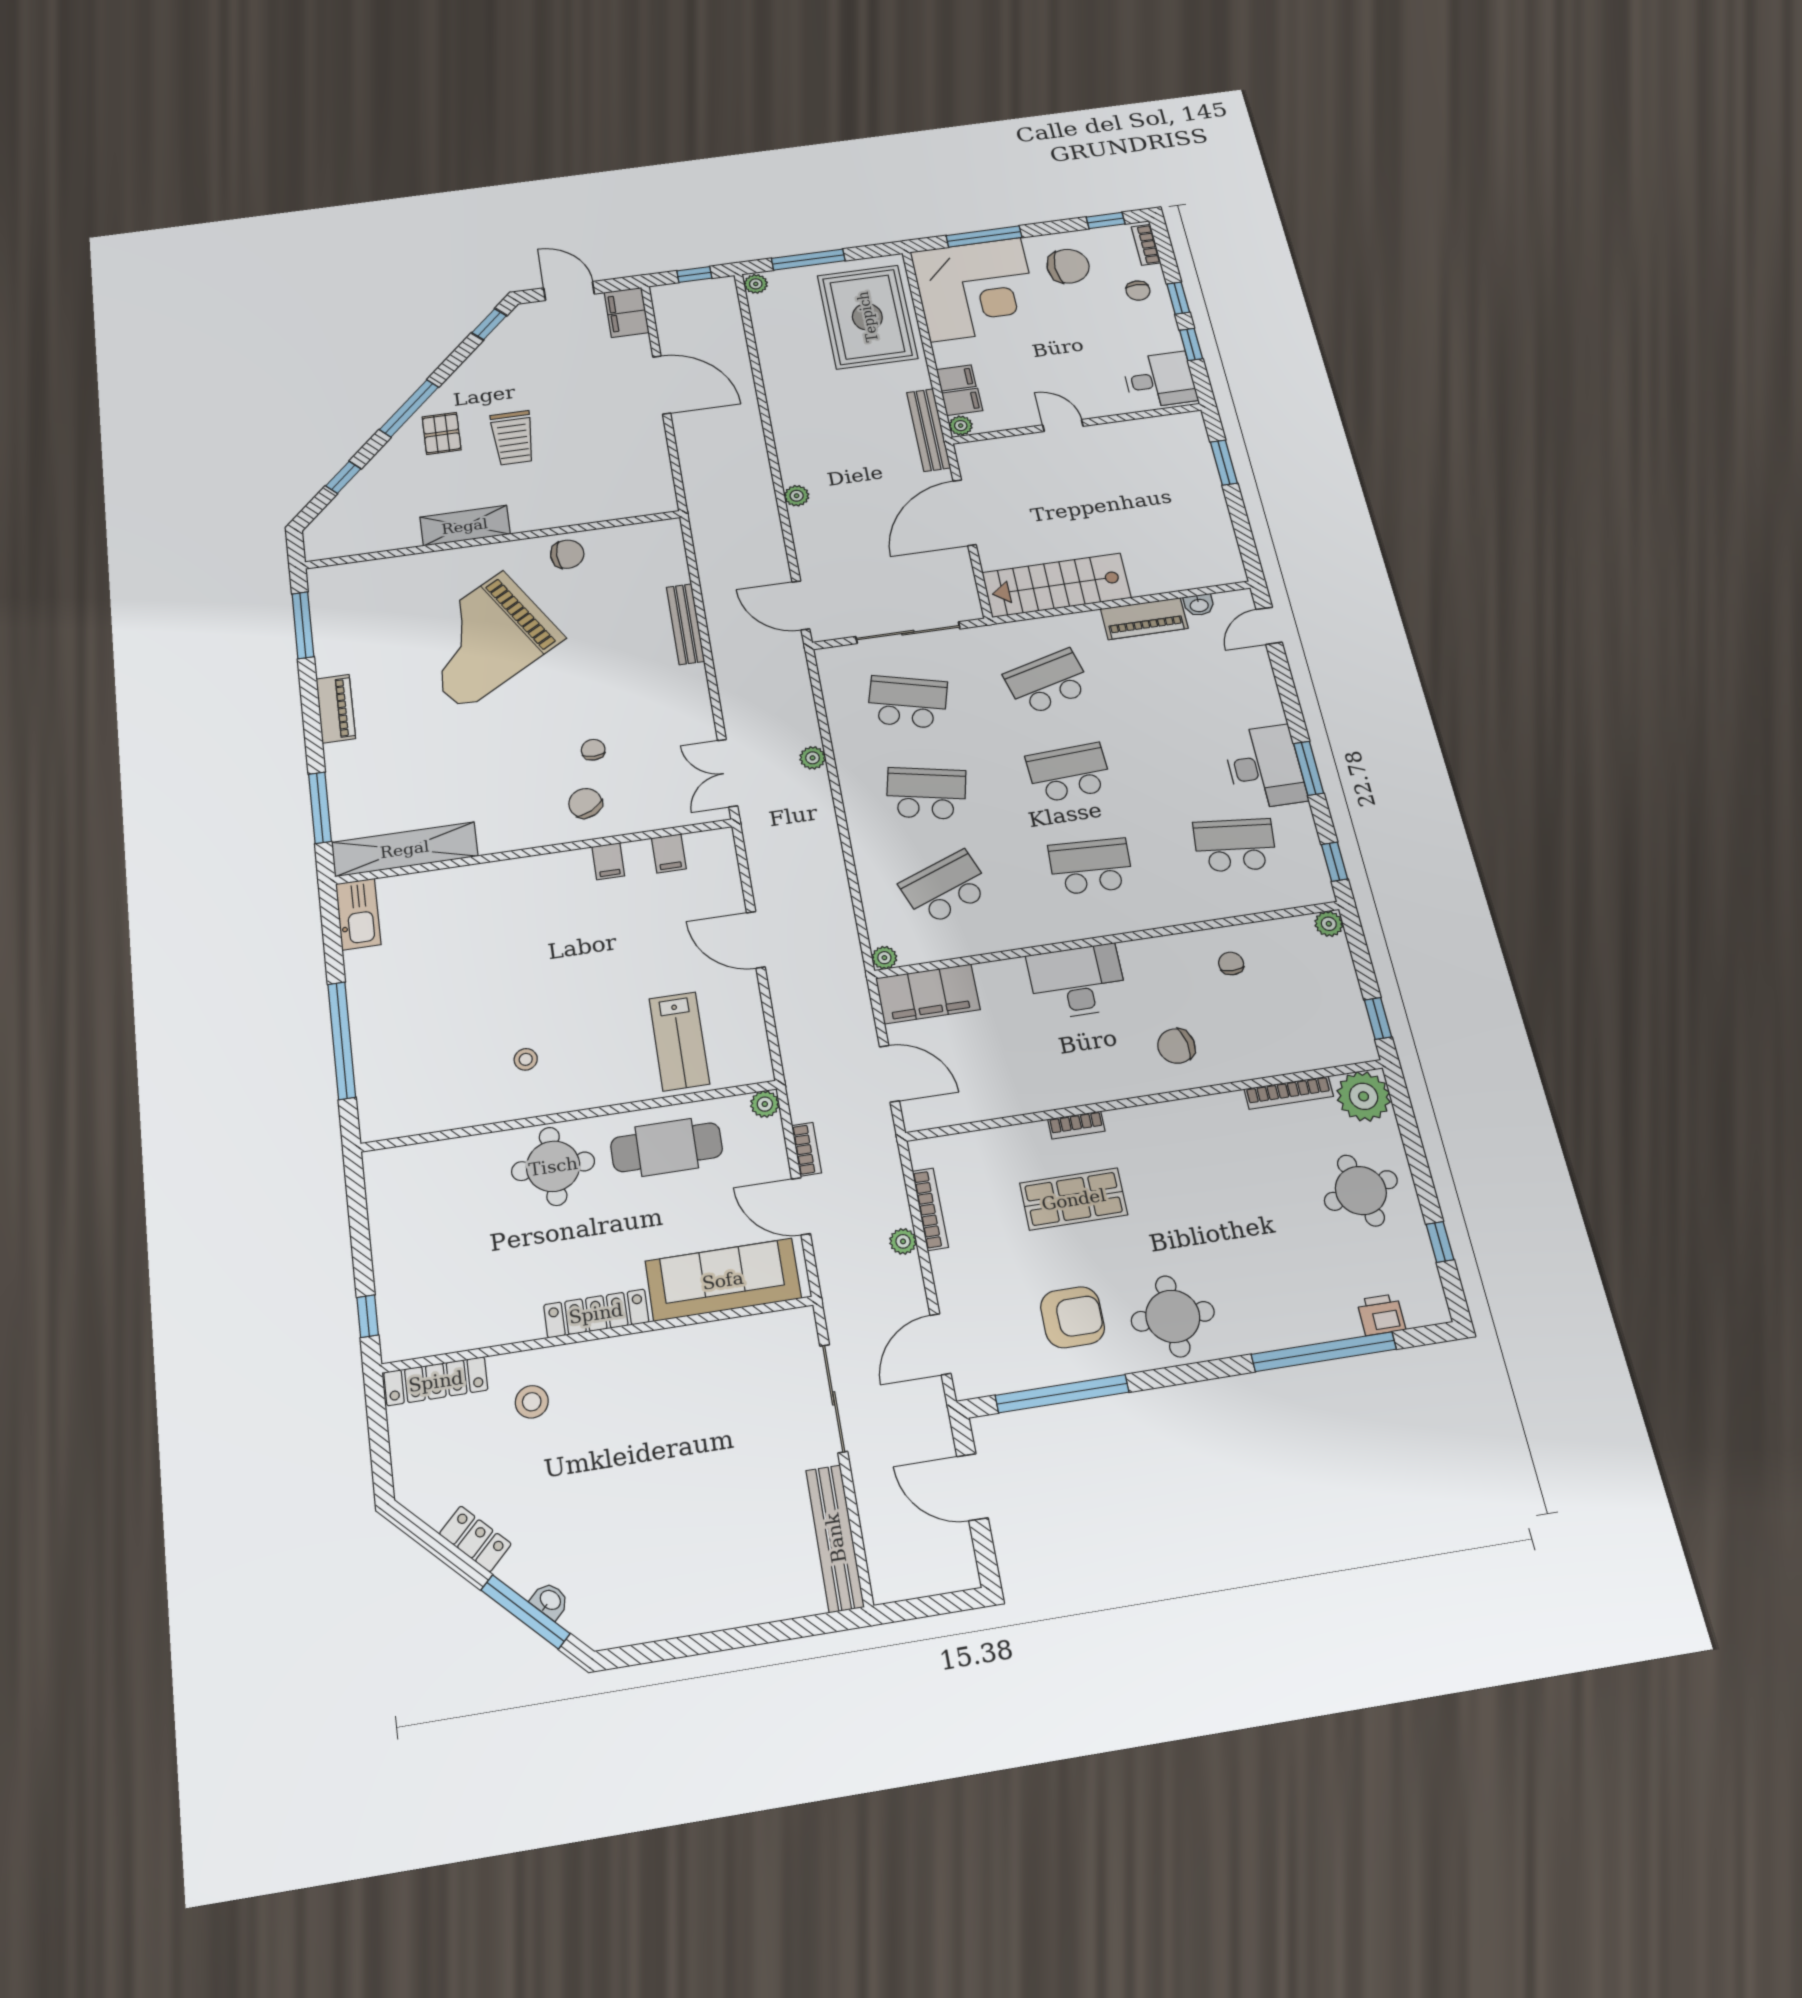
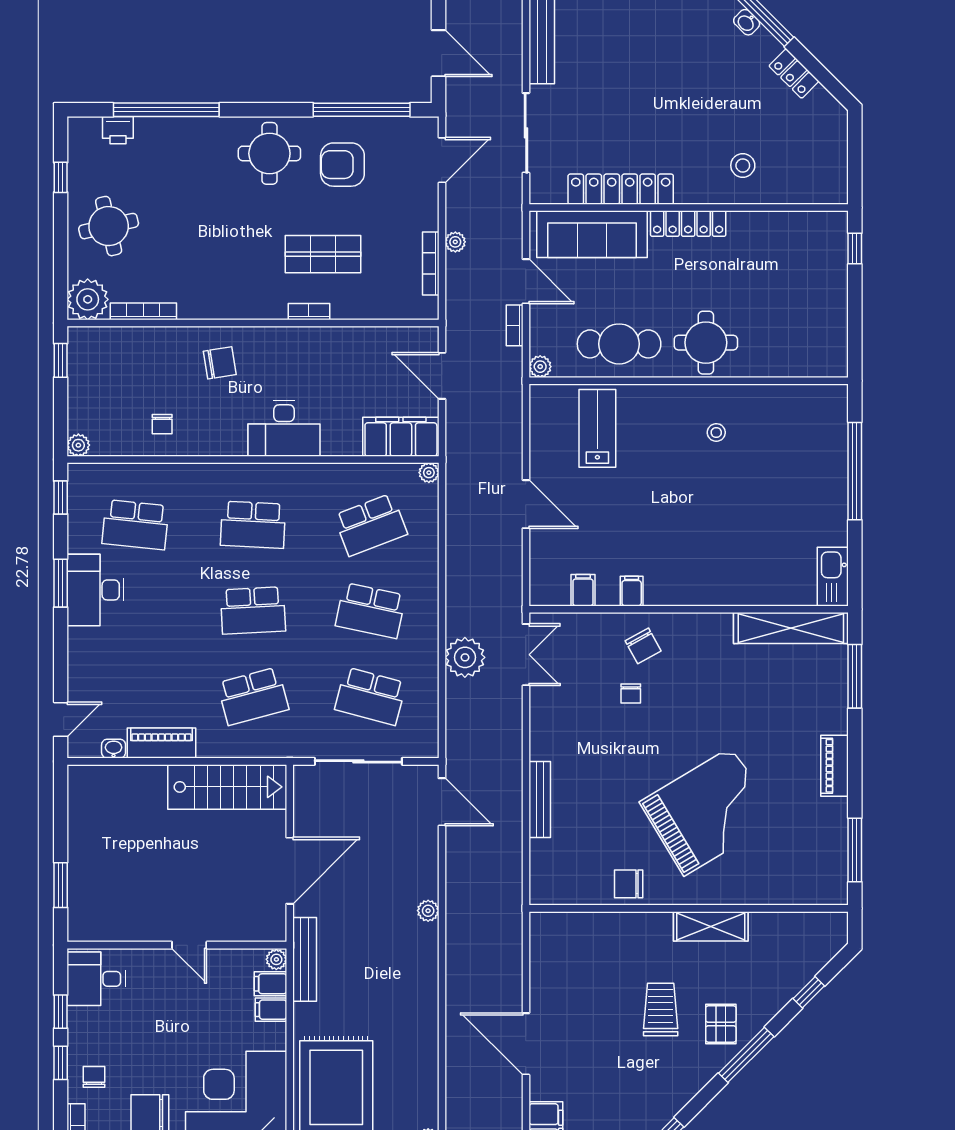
plant: (813, 758) -> (465, 657), width x1.88, depth x1.88
locker: (436, 1381) -> (621, 189), moved, width x1.41, depth x1.21

